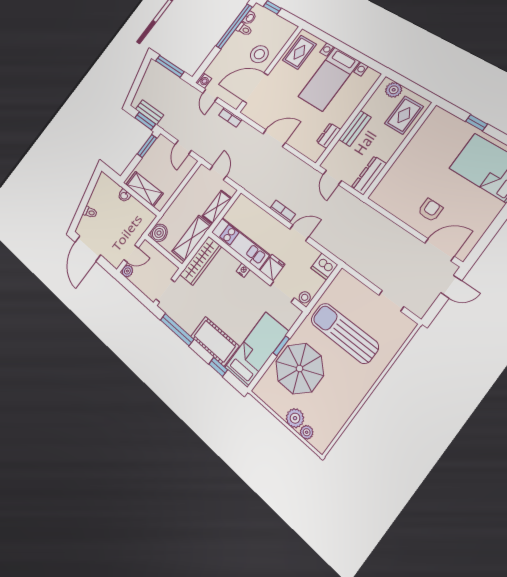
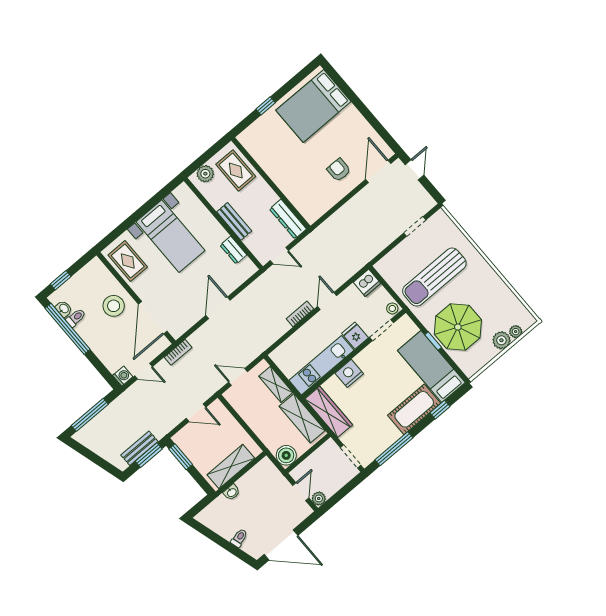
nightstand: (243, 270) -> (349, 373), width x1.89, depth x1.79

